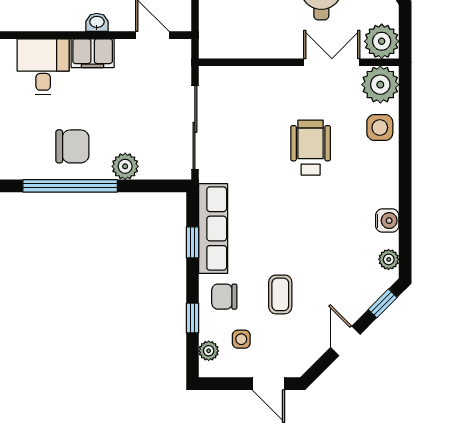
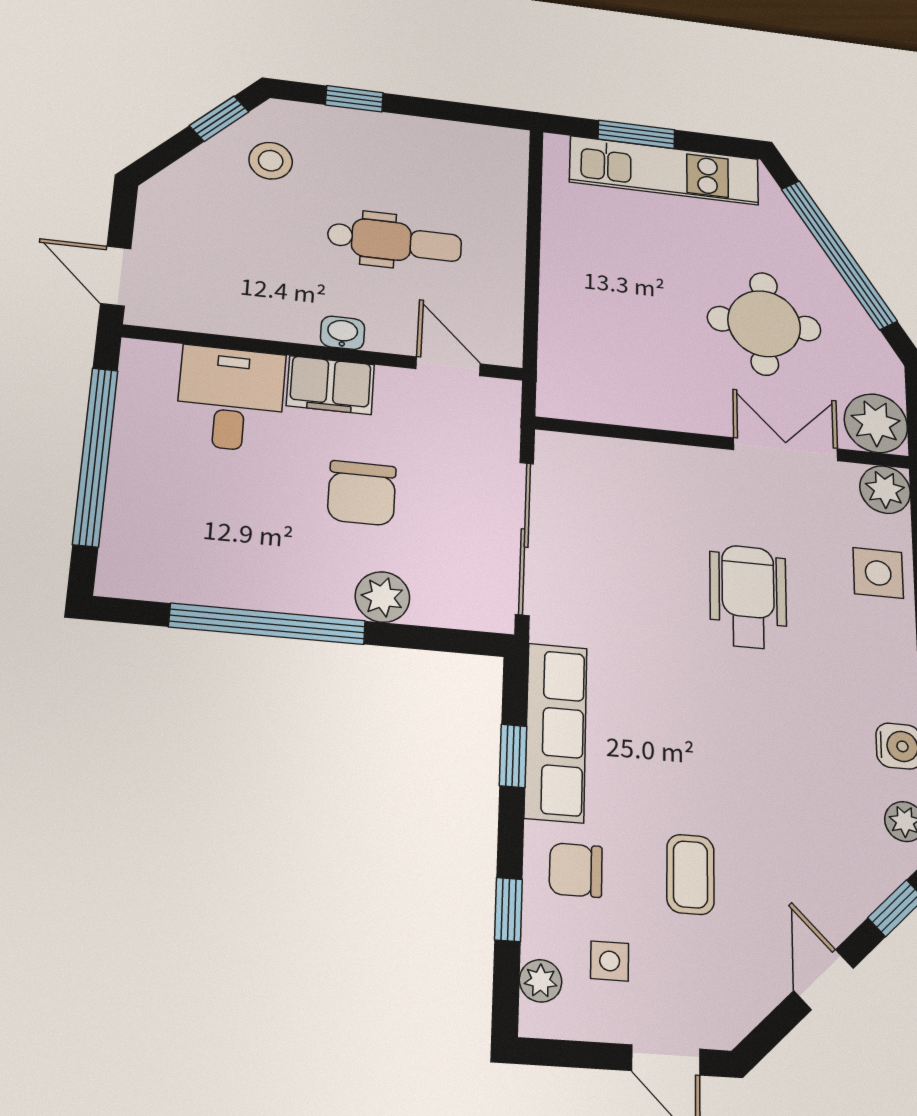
plant: (380, 85) -> (885, 490), width x0.73, depth x0.73
chair: (72, 146) -> (362, 493), moved, turned 90

